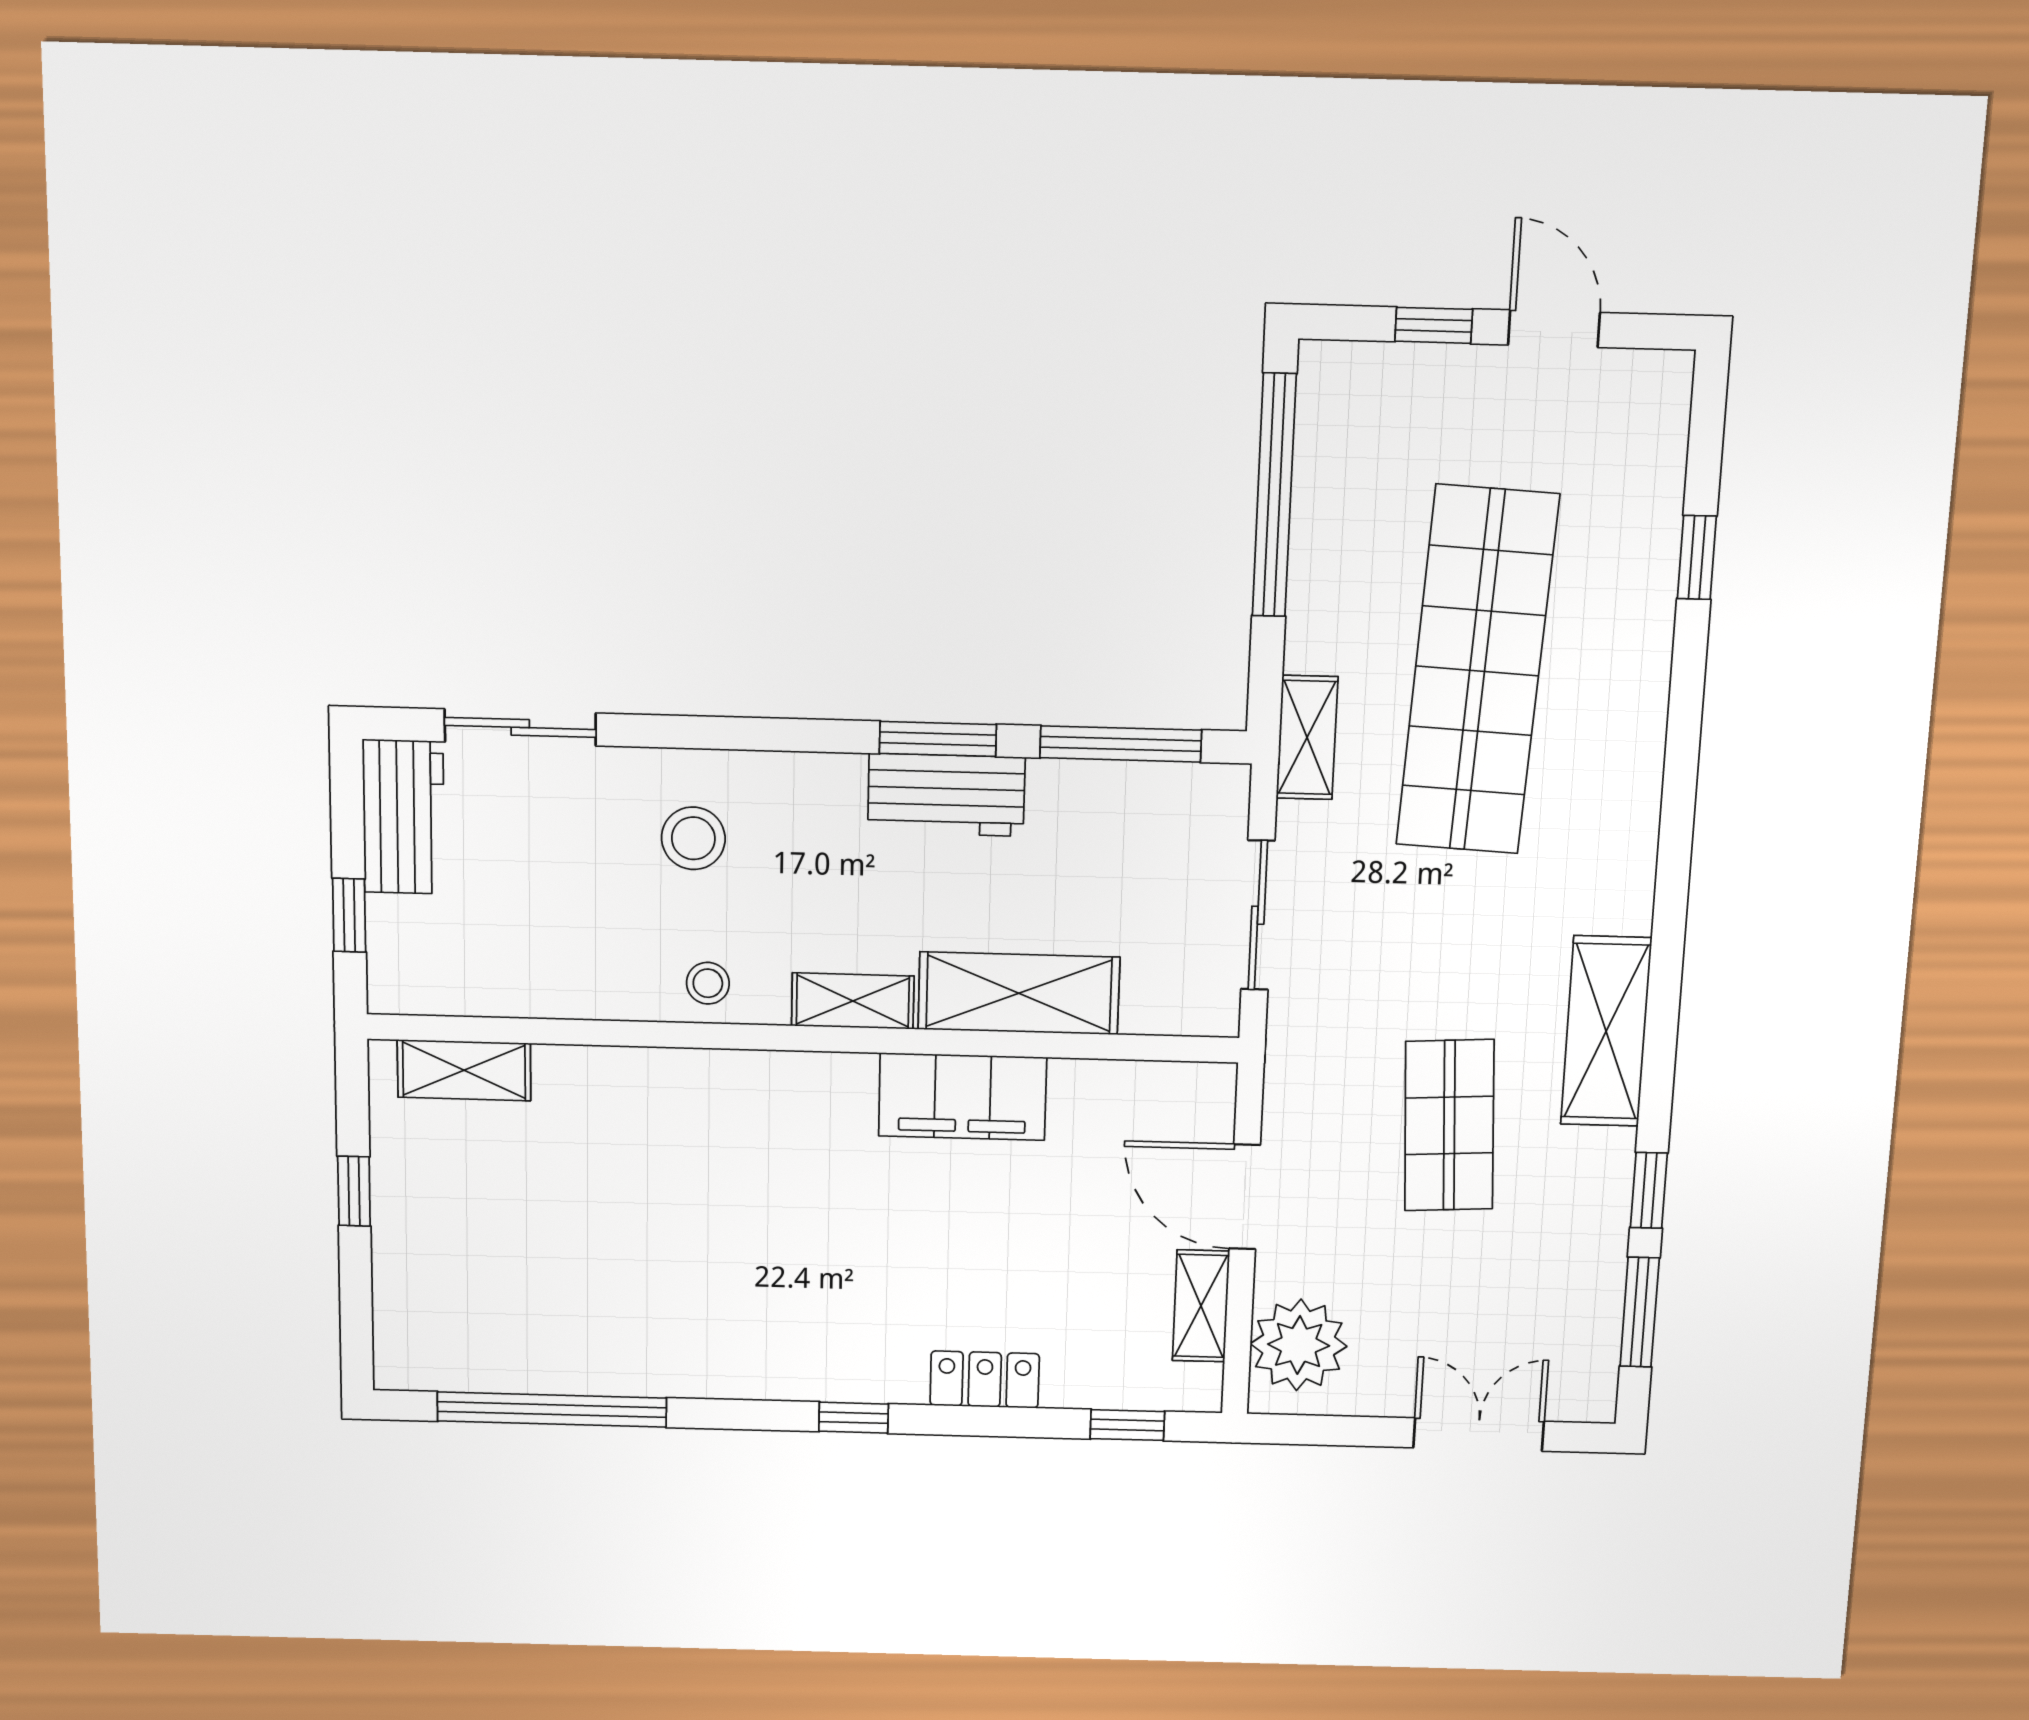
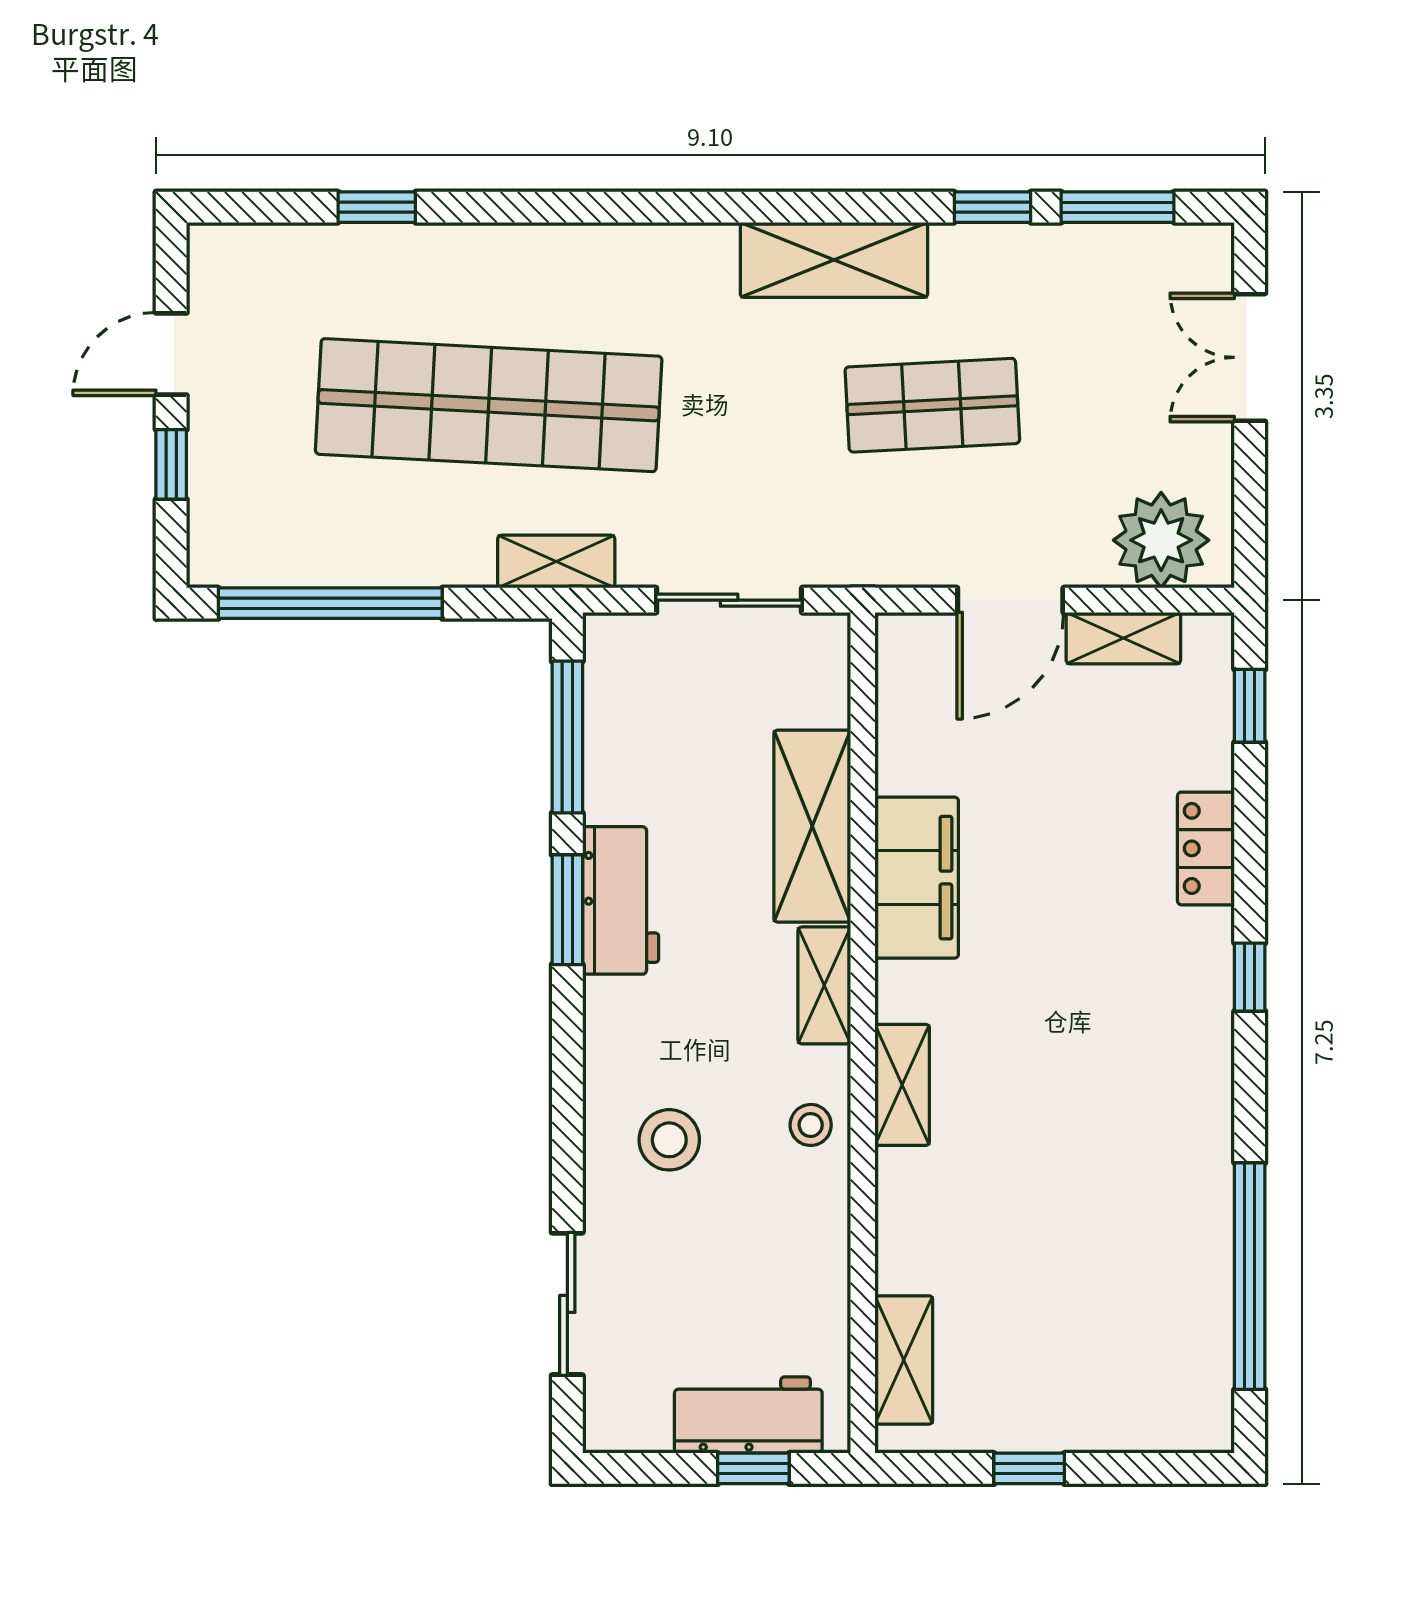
workbench: (404, 817) -> (748, 1415), moved
shelving: (749, 1076) -> (902, 1085), added

